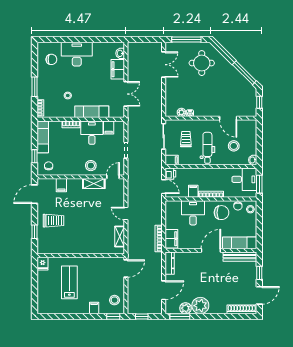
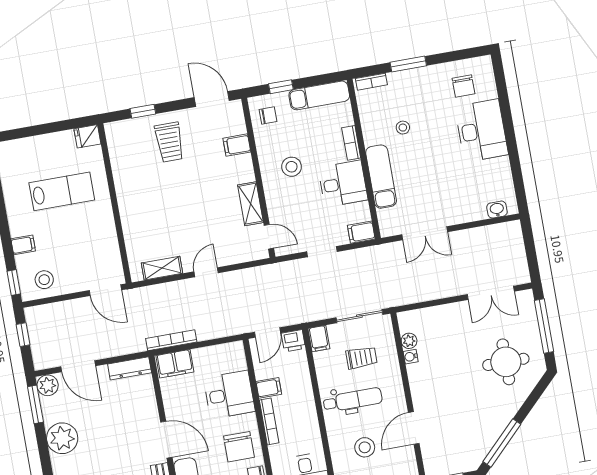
filing cabinet: (118, 69) -> (467, 210), removed
filing cabinet: (109, 127) -> (361, 232), moved
stool: (91, 166) -> (292, 167), moved
plant: (186, 308) -> (48, 385), moved

